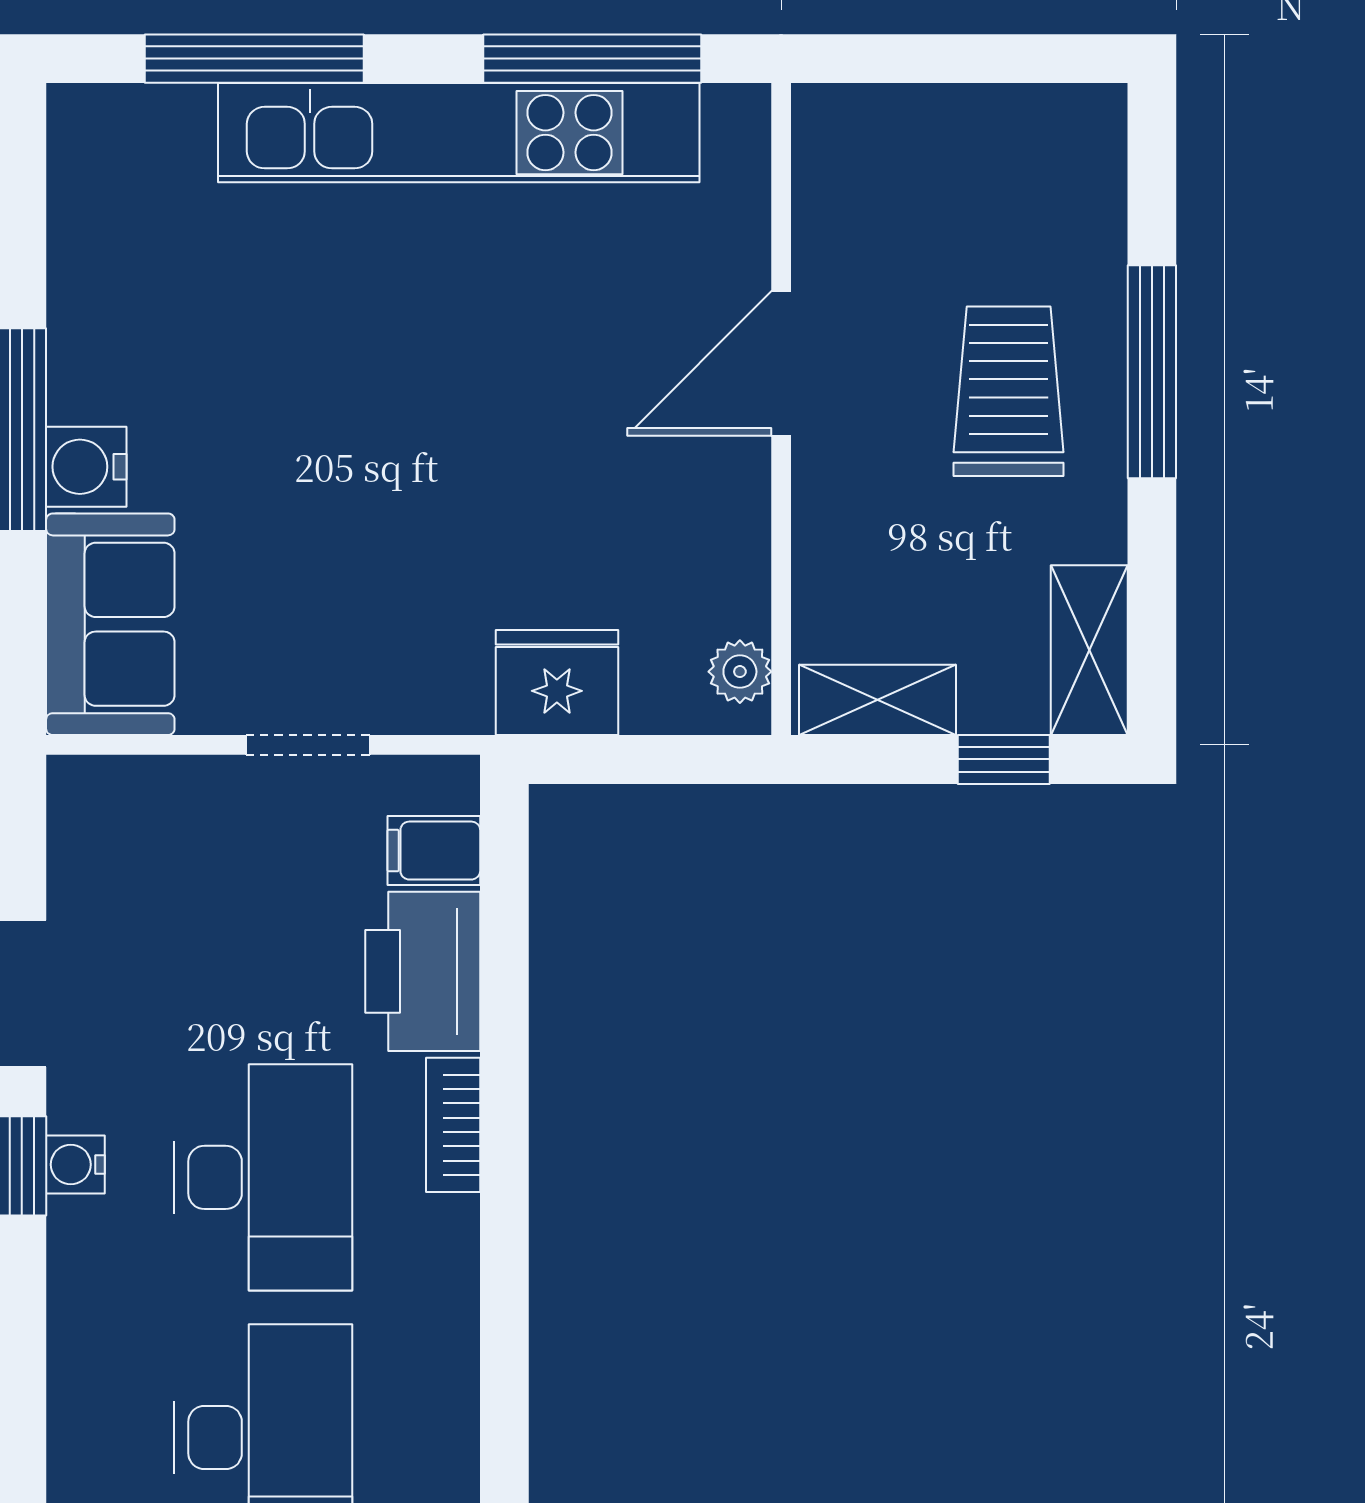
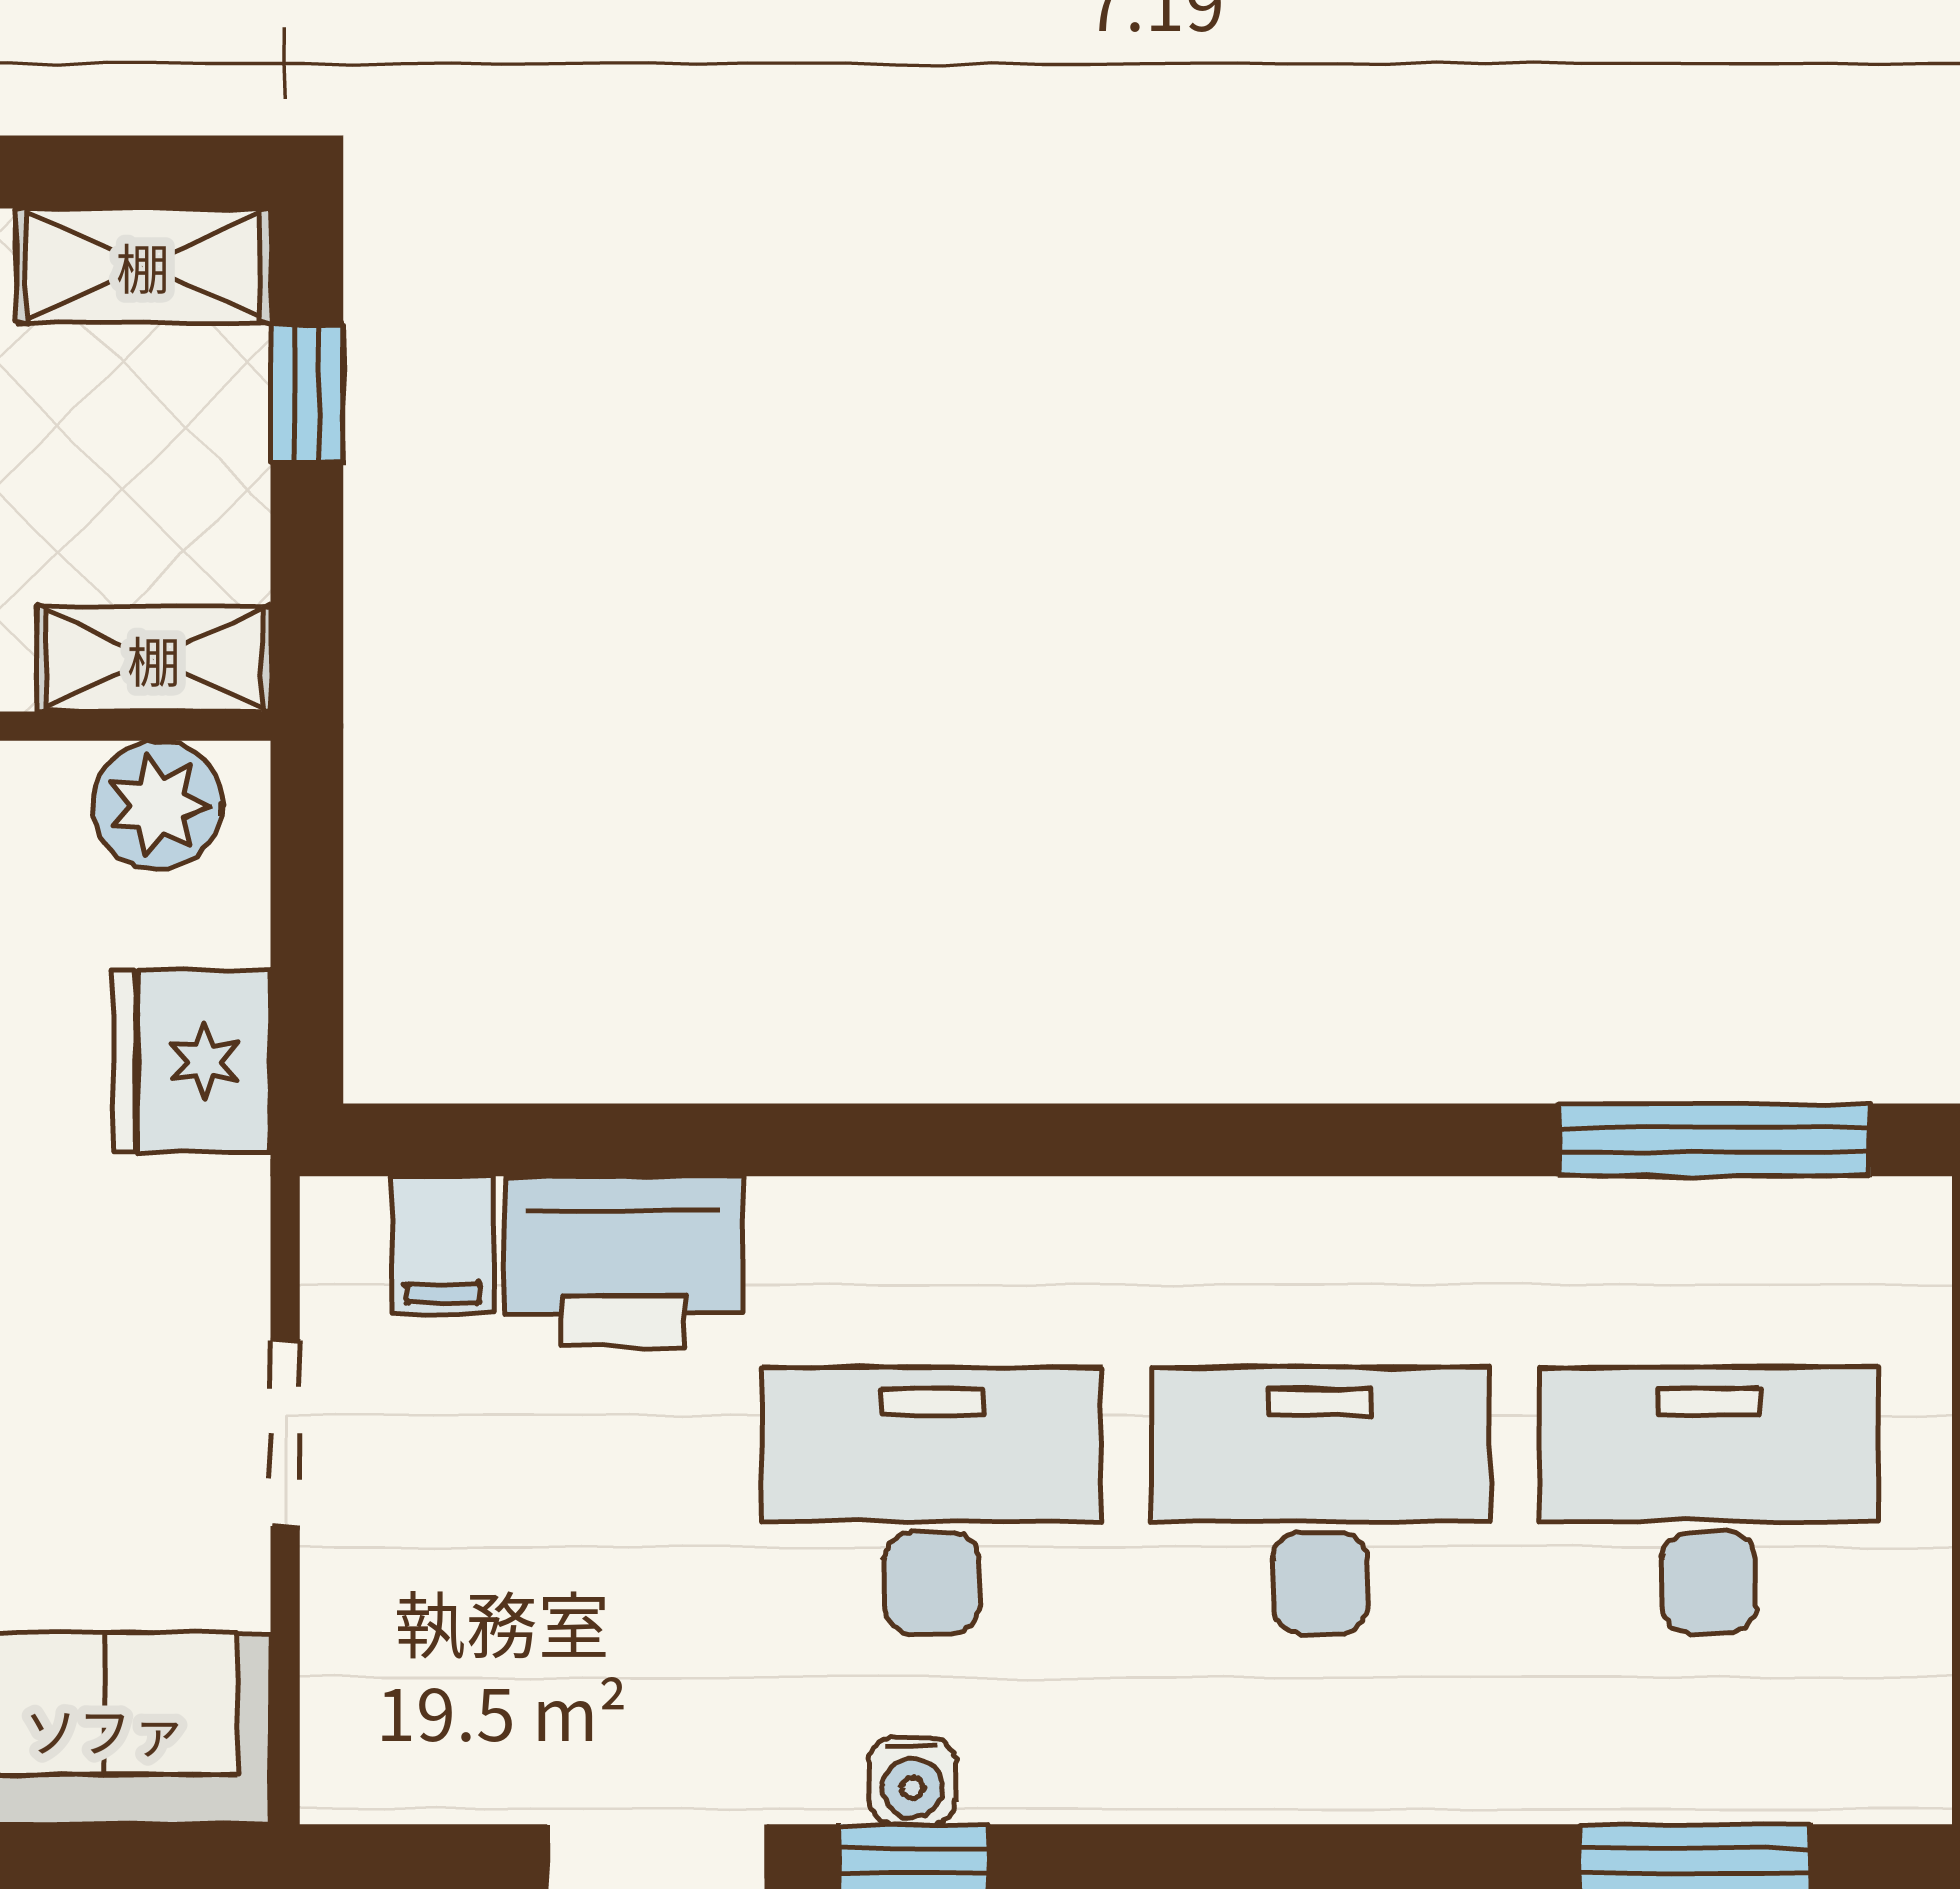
plant: (740, 672) -> (158, 805), width x1.38, depth x1.38
shelving: (878, 700) -> (154, 659), moved, turned 90
bookcase: (453, 1125) -> (853, 1216), removed

